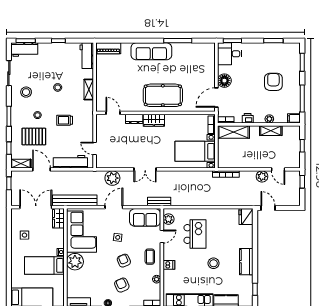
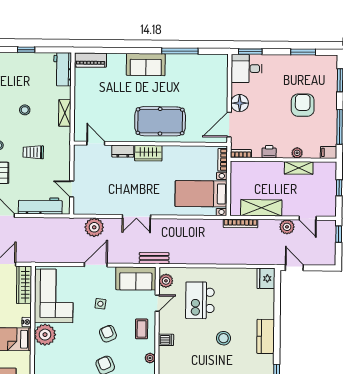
sofa: (151, 51) -> (146, 64), width x0.73
shelving: (234, 132) -> (261, 208), moved
bench: (75, 200) -> (45, 256), removed
wardrobe: (58, 218) -> (24, 285), width x1.50
kitchen island: (195, 234) -> (200, 300), turned 180

